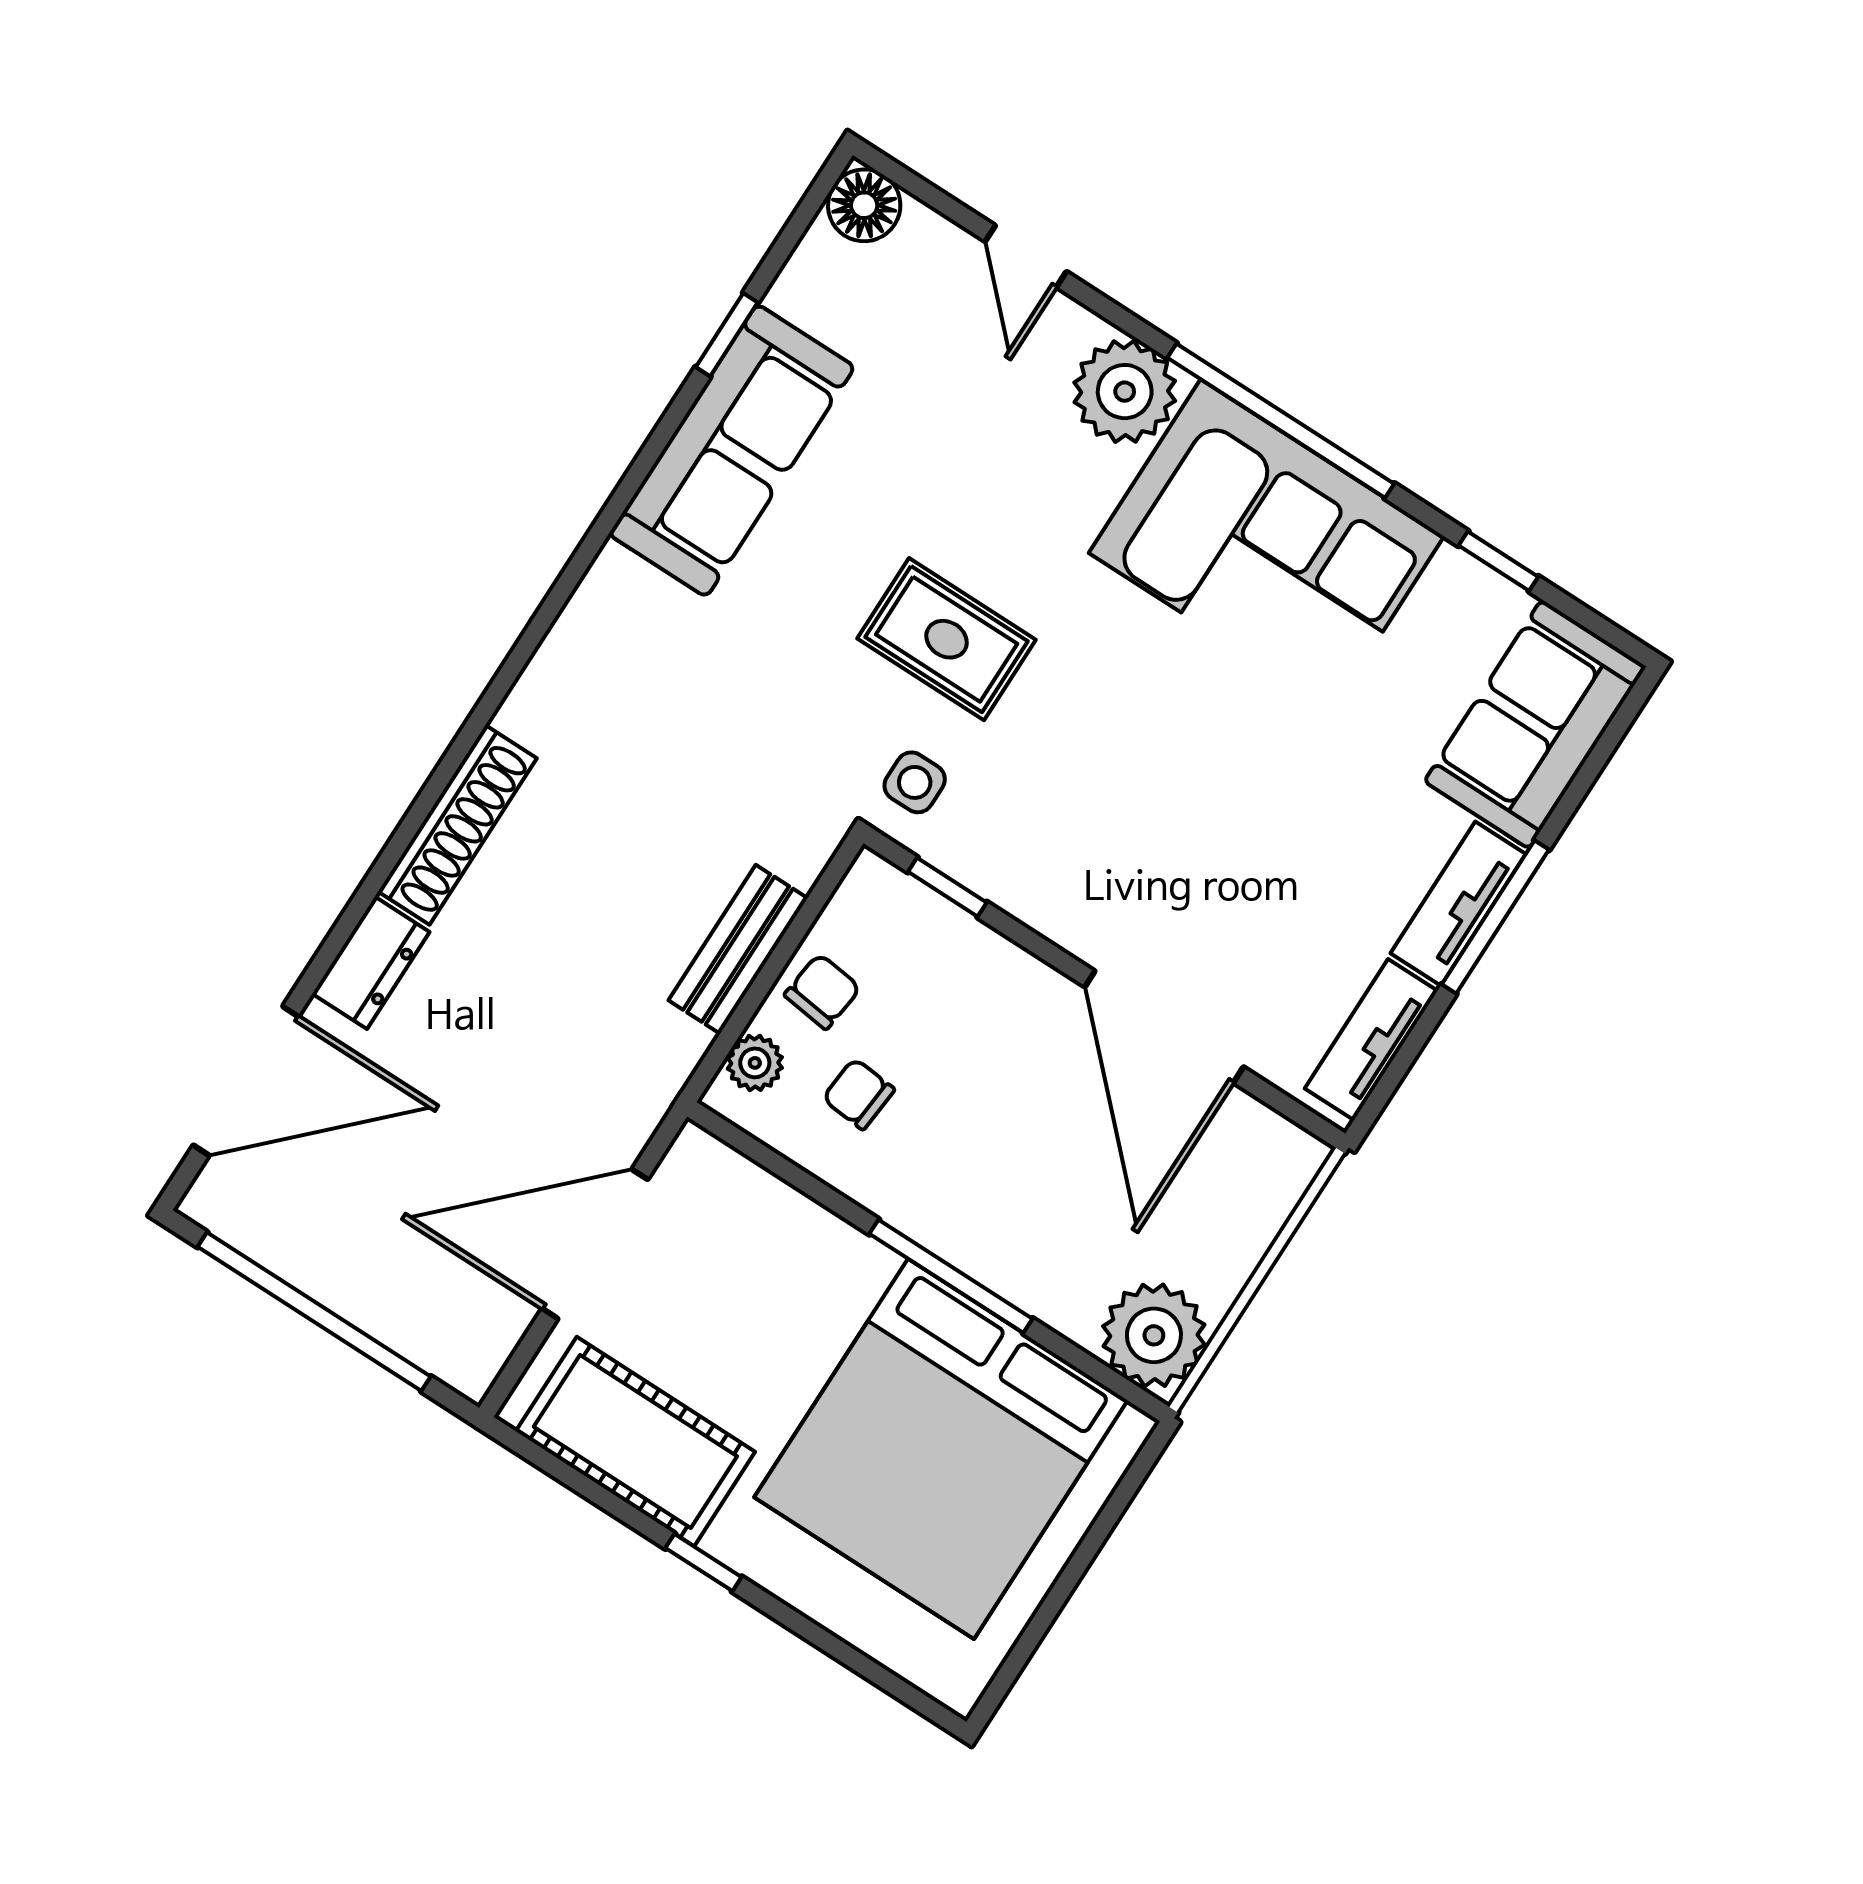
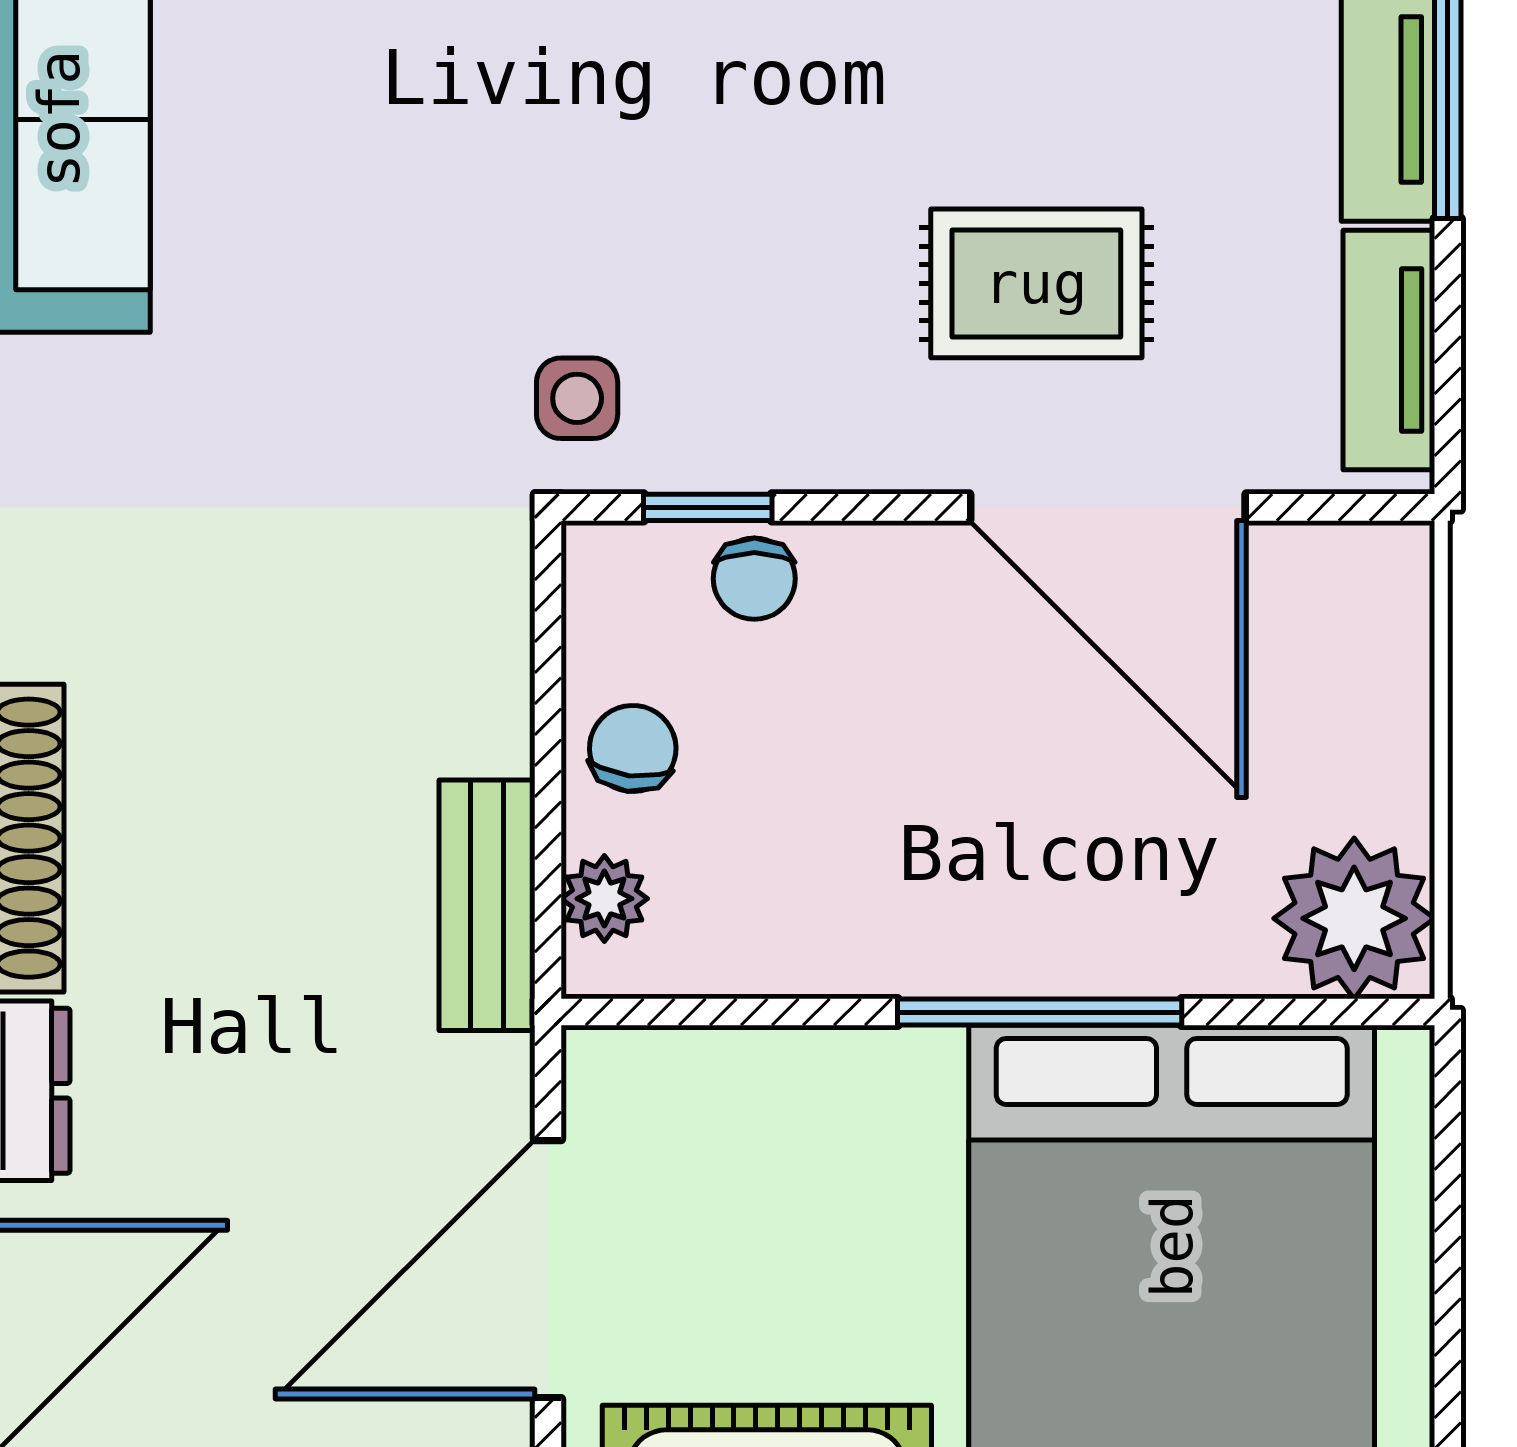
rug: (947, 639) -> (1036, 283), moved
bench: (738, 949) -> (487, 905), moved
chair: (859, 1094) -> (754, 579), moved, turned -95

